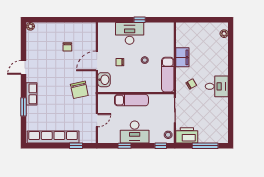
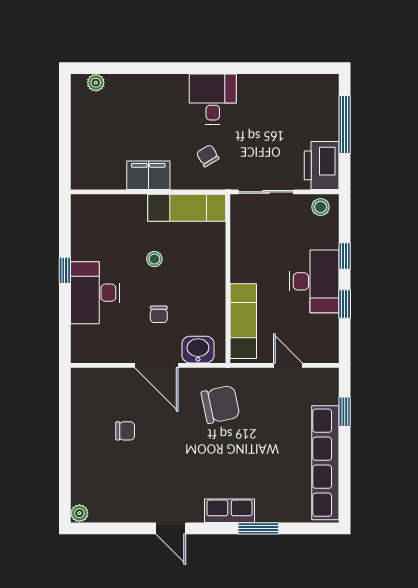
exam couch: (131, 100) -> (243, 321), moved
window: (161, 146) -> (345, 256), moved

